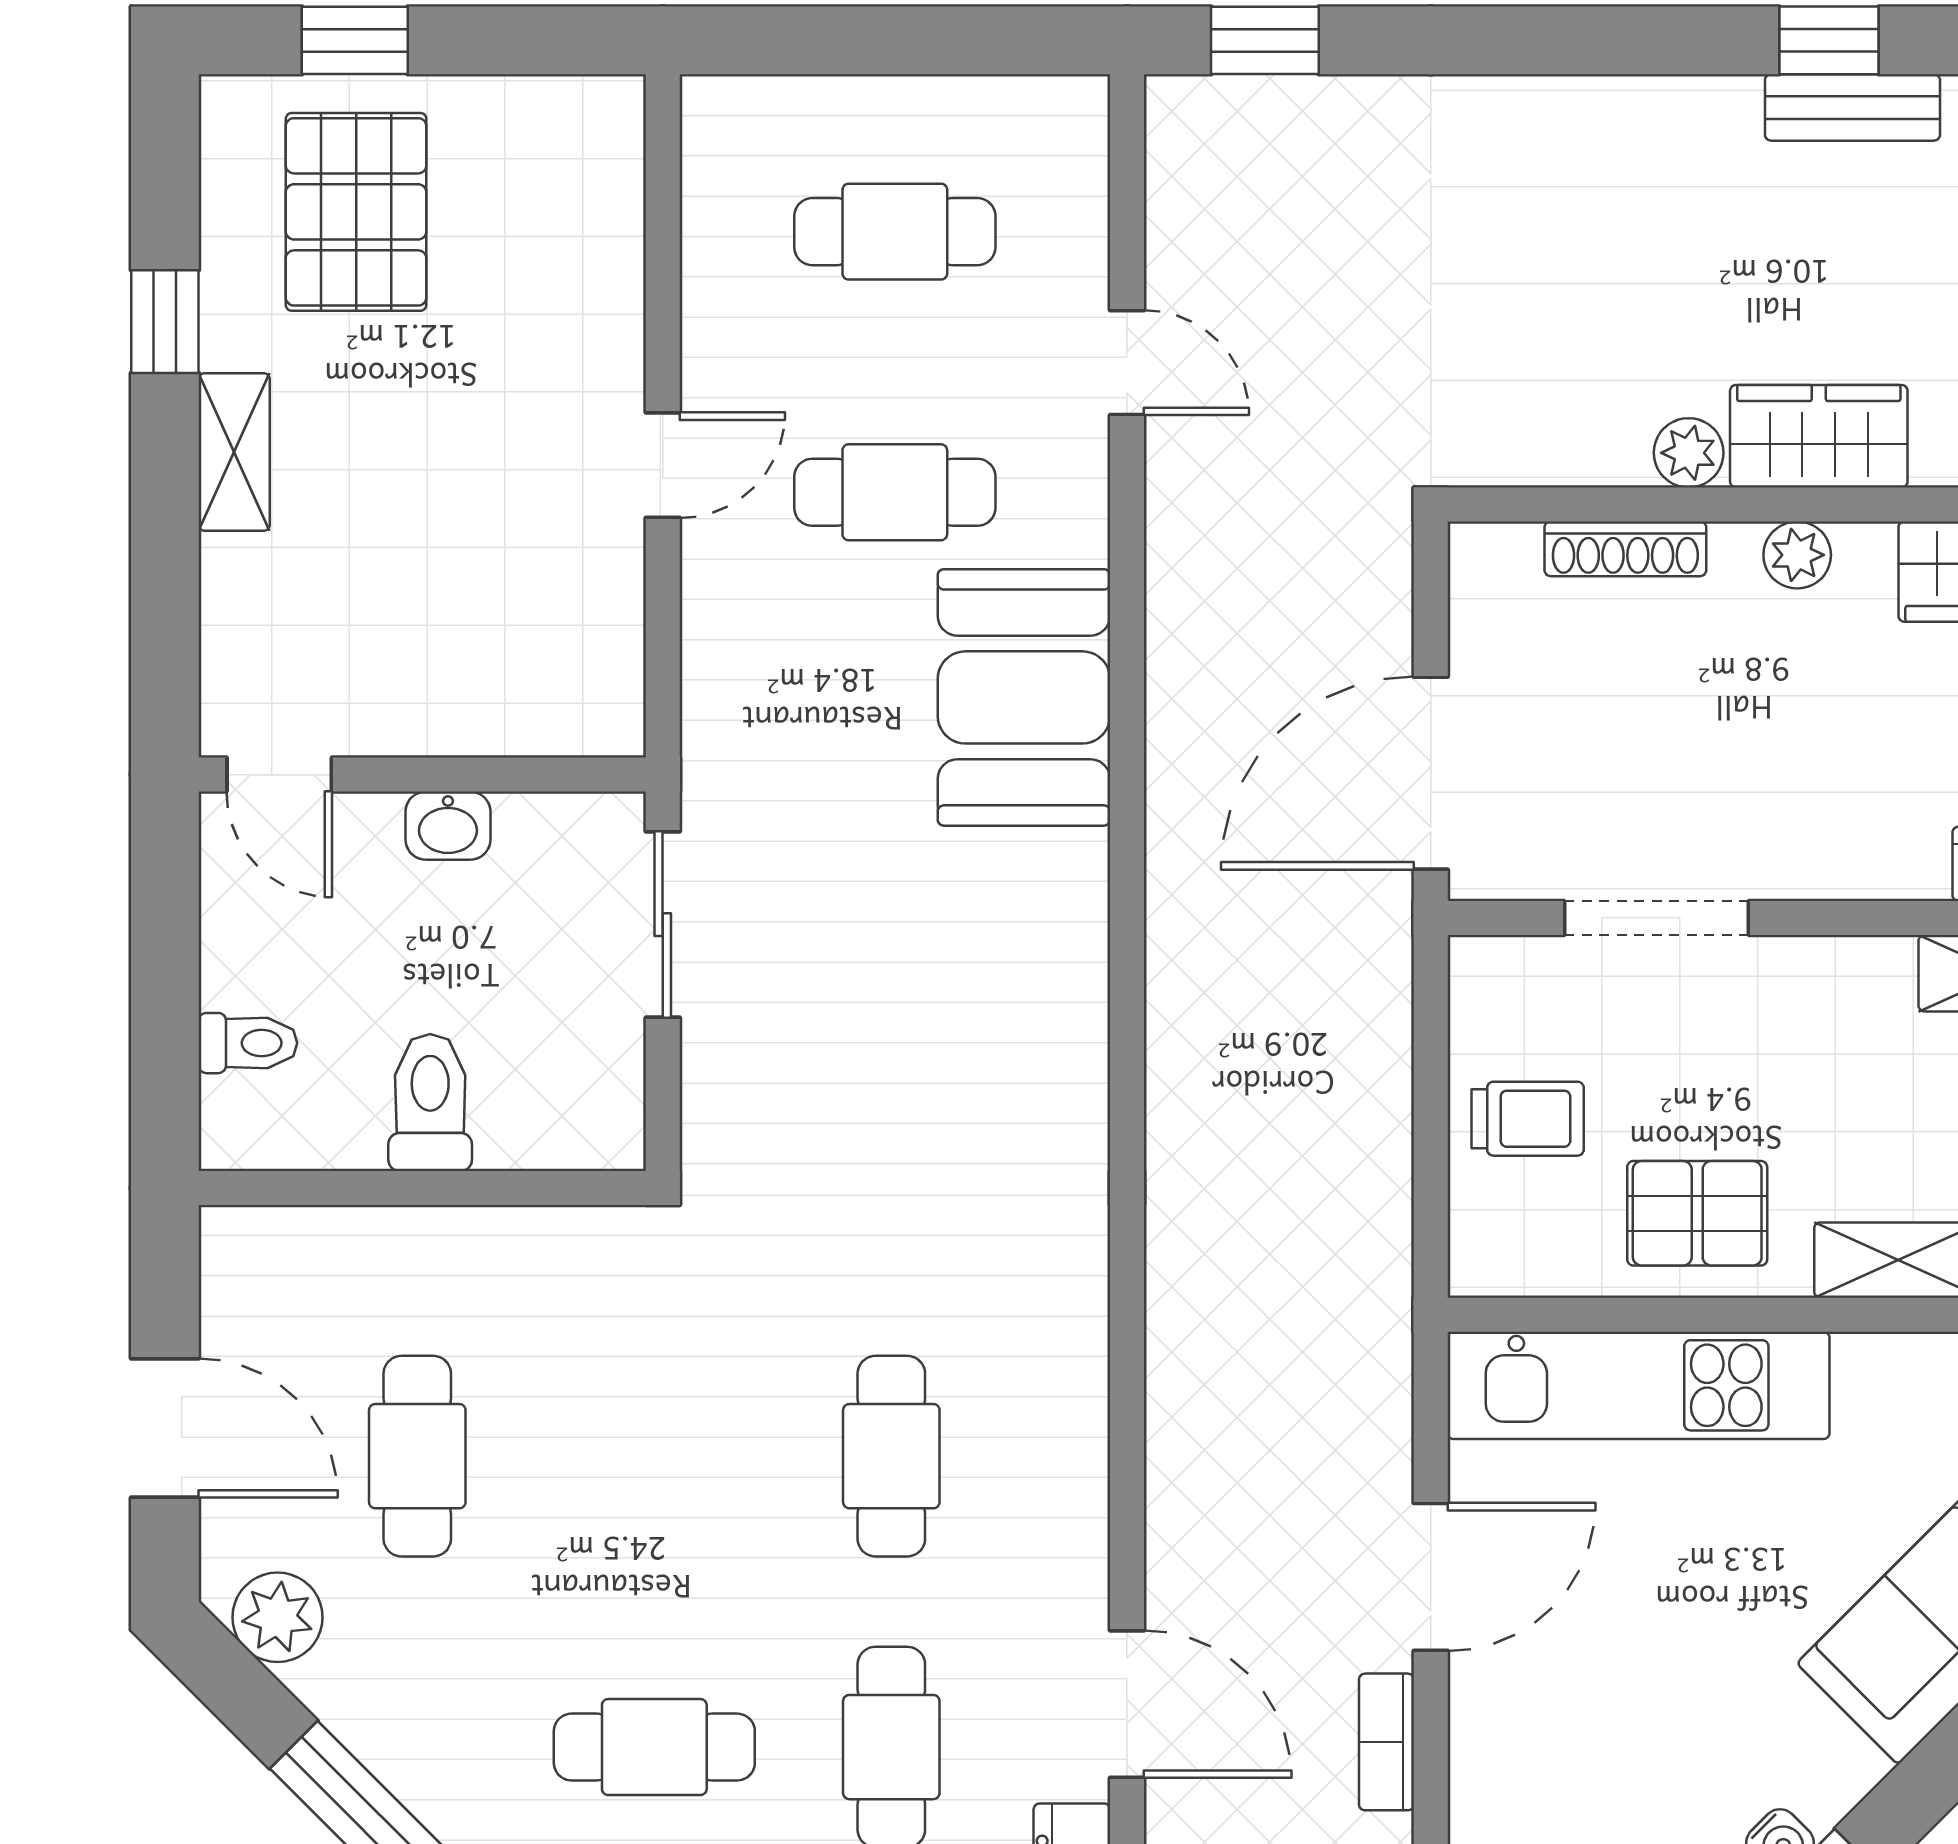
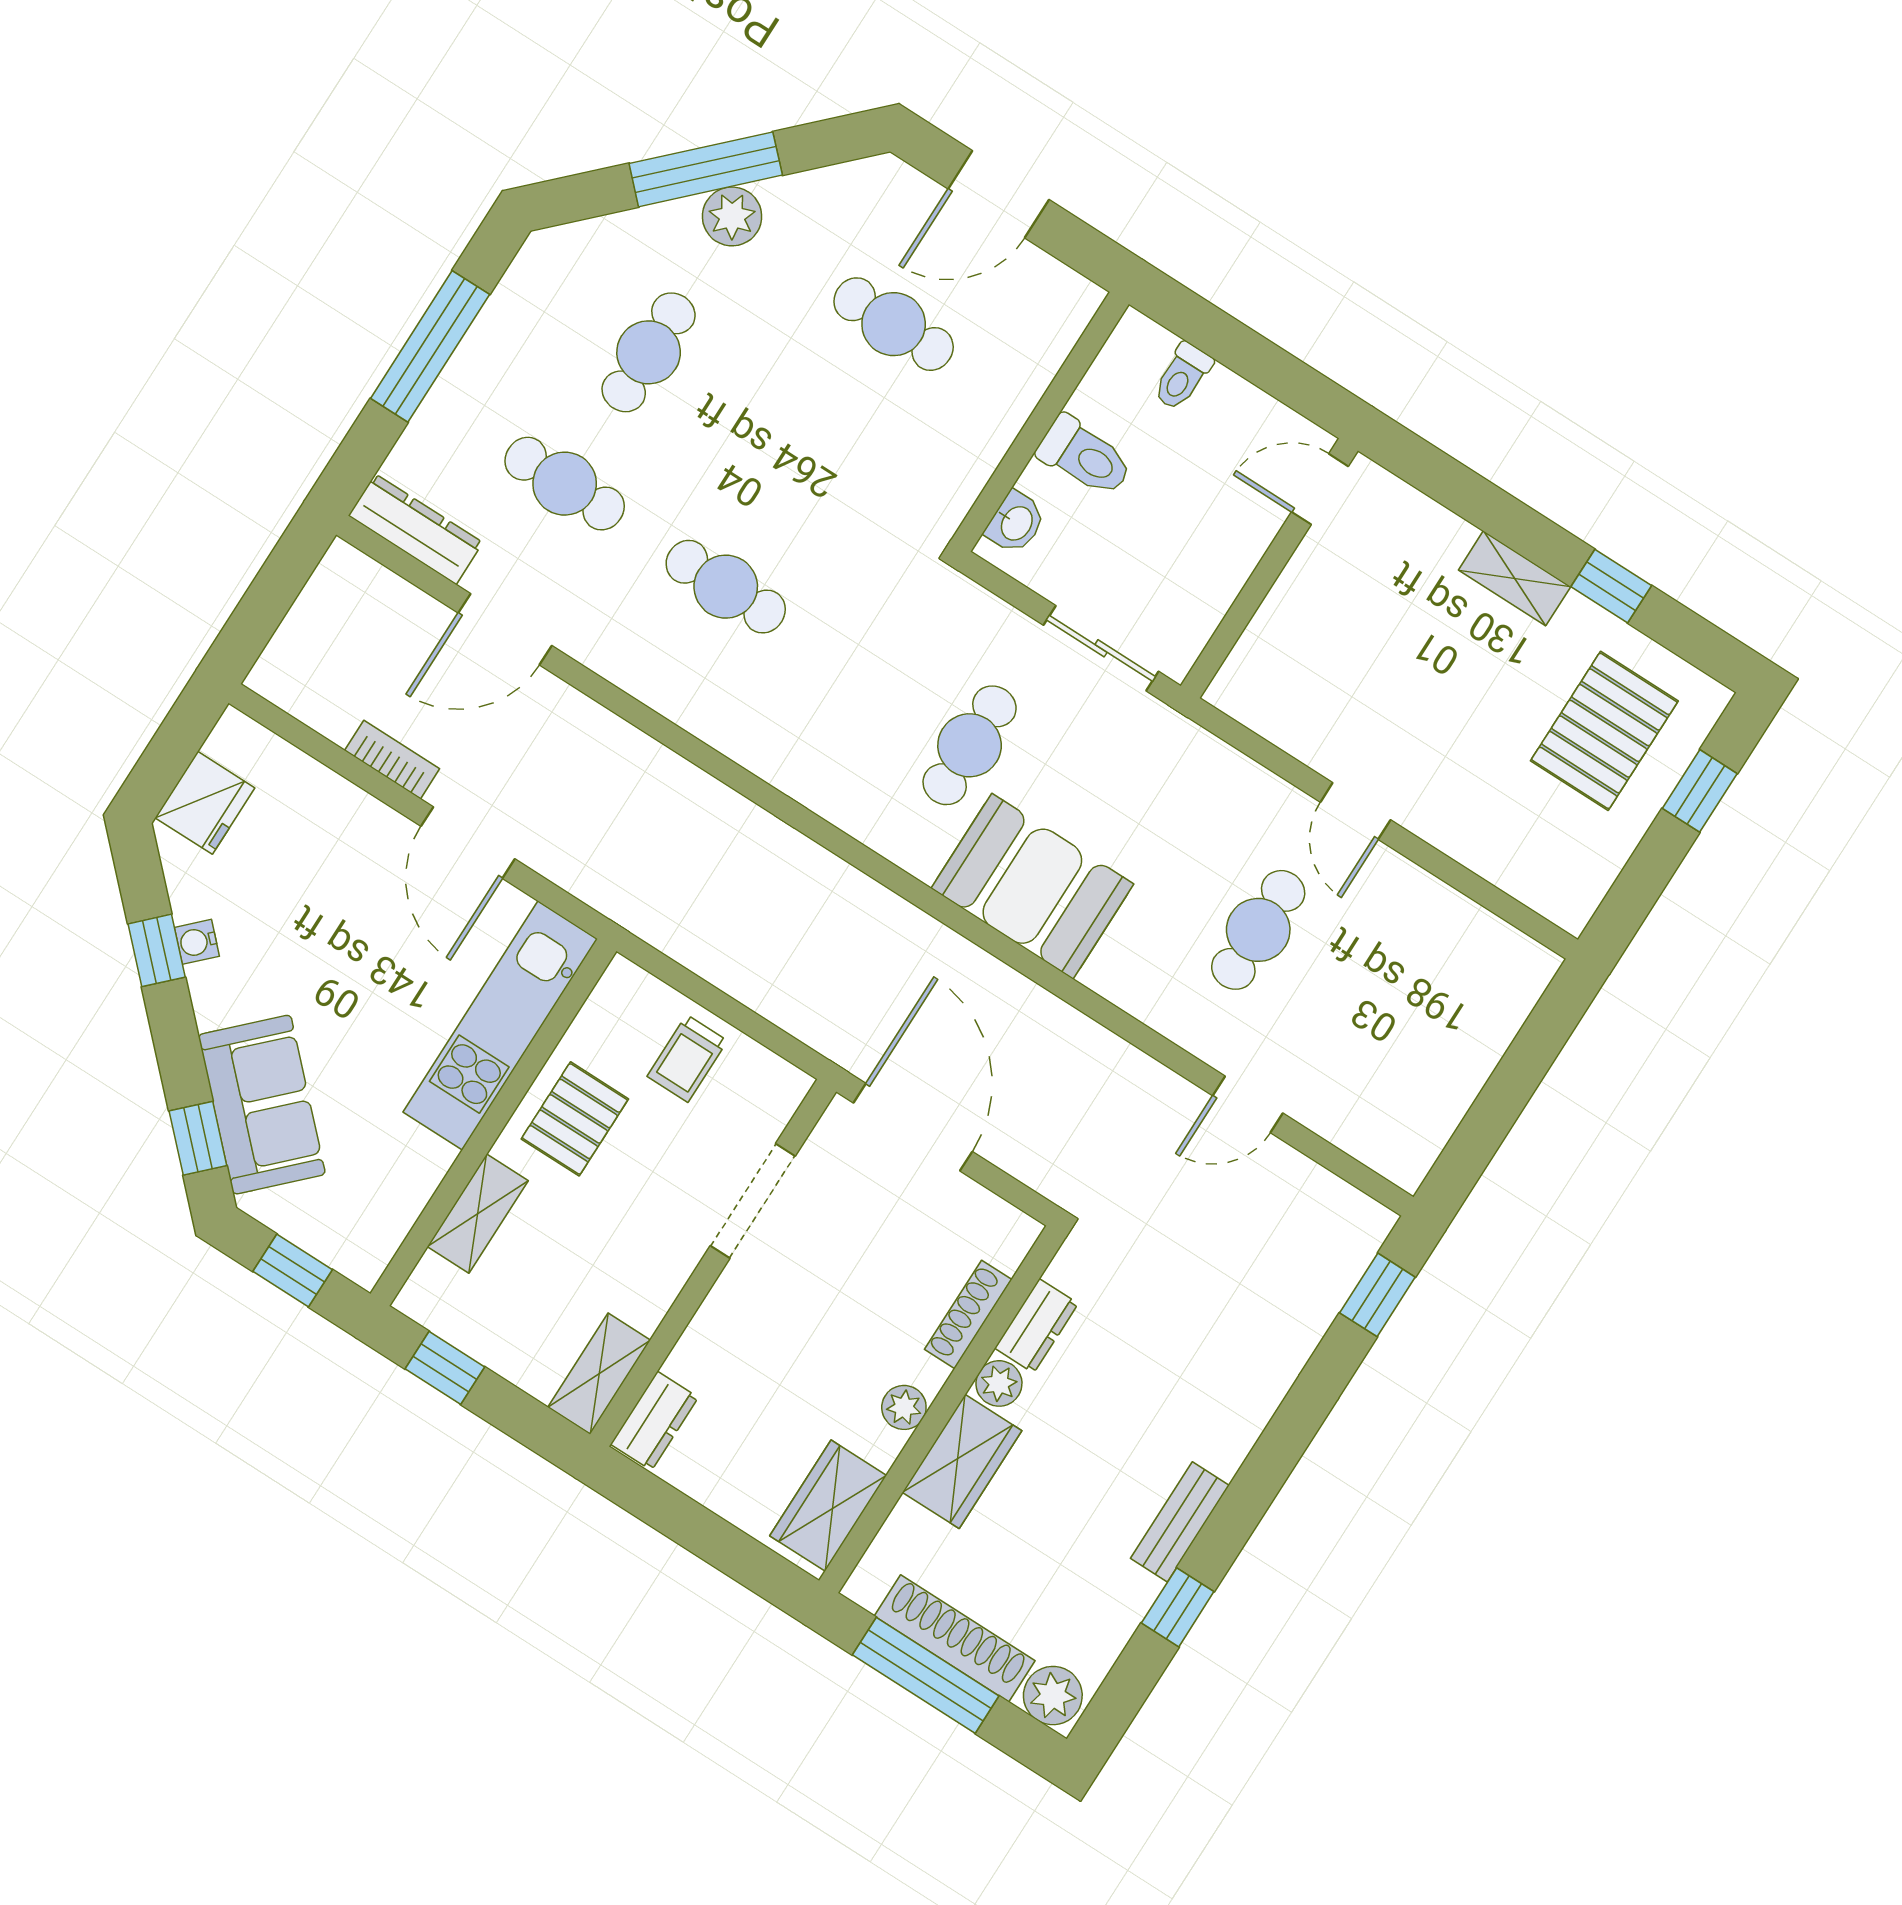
bench: (1852, 107) -> (1180, 1522), moved
pallet: (356, 212) -> (1604, 731), turned 90
cafe table: (895, 232) -> (970, 745), moved
dresser: (1584, 452) -> (1036, 1326), added
booth: (1024, 697) -> (1032, 886), moved
washbasin: (448, 826) -> (1016, 523), moved, turned 180
plant: (278, 1617) -> (732, 216), moved

